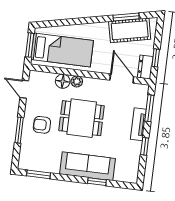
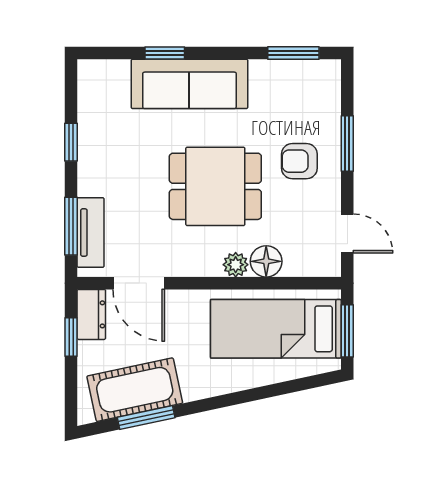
tv unit: (138, 124) -> (91, 233), moved
armchair: (42, 125) -> (299, 161), turned 180

